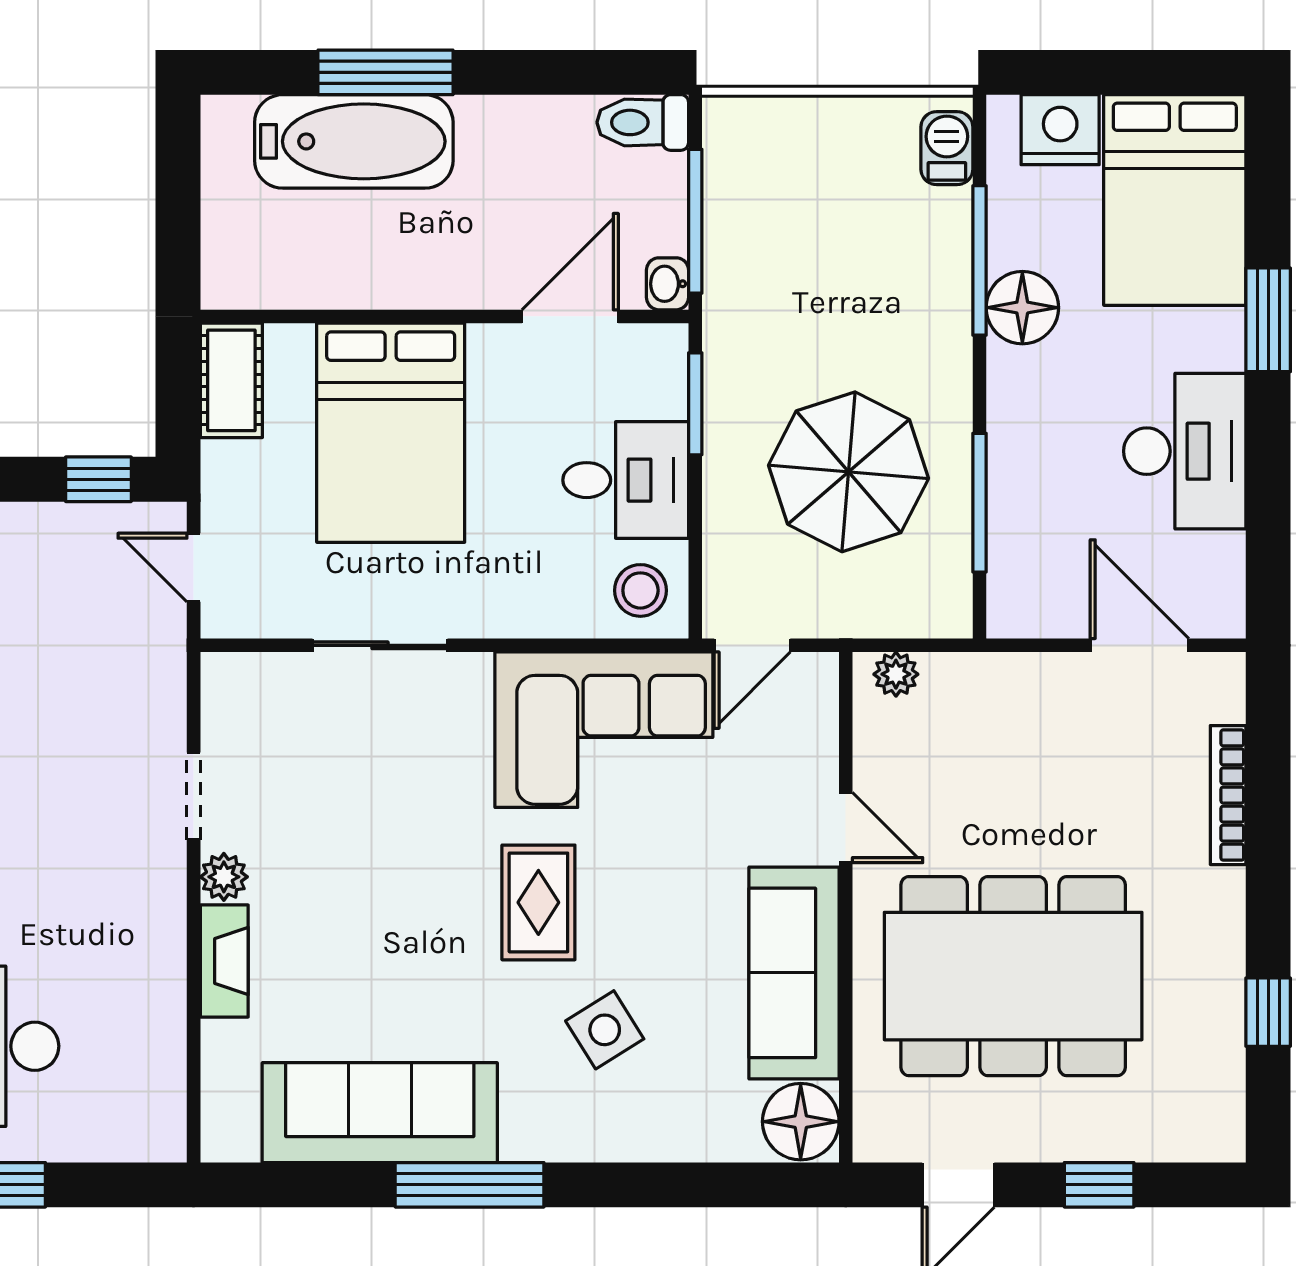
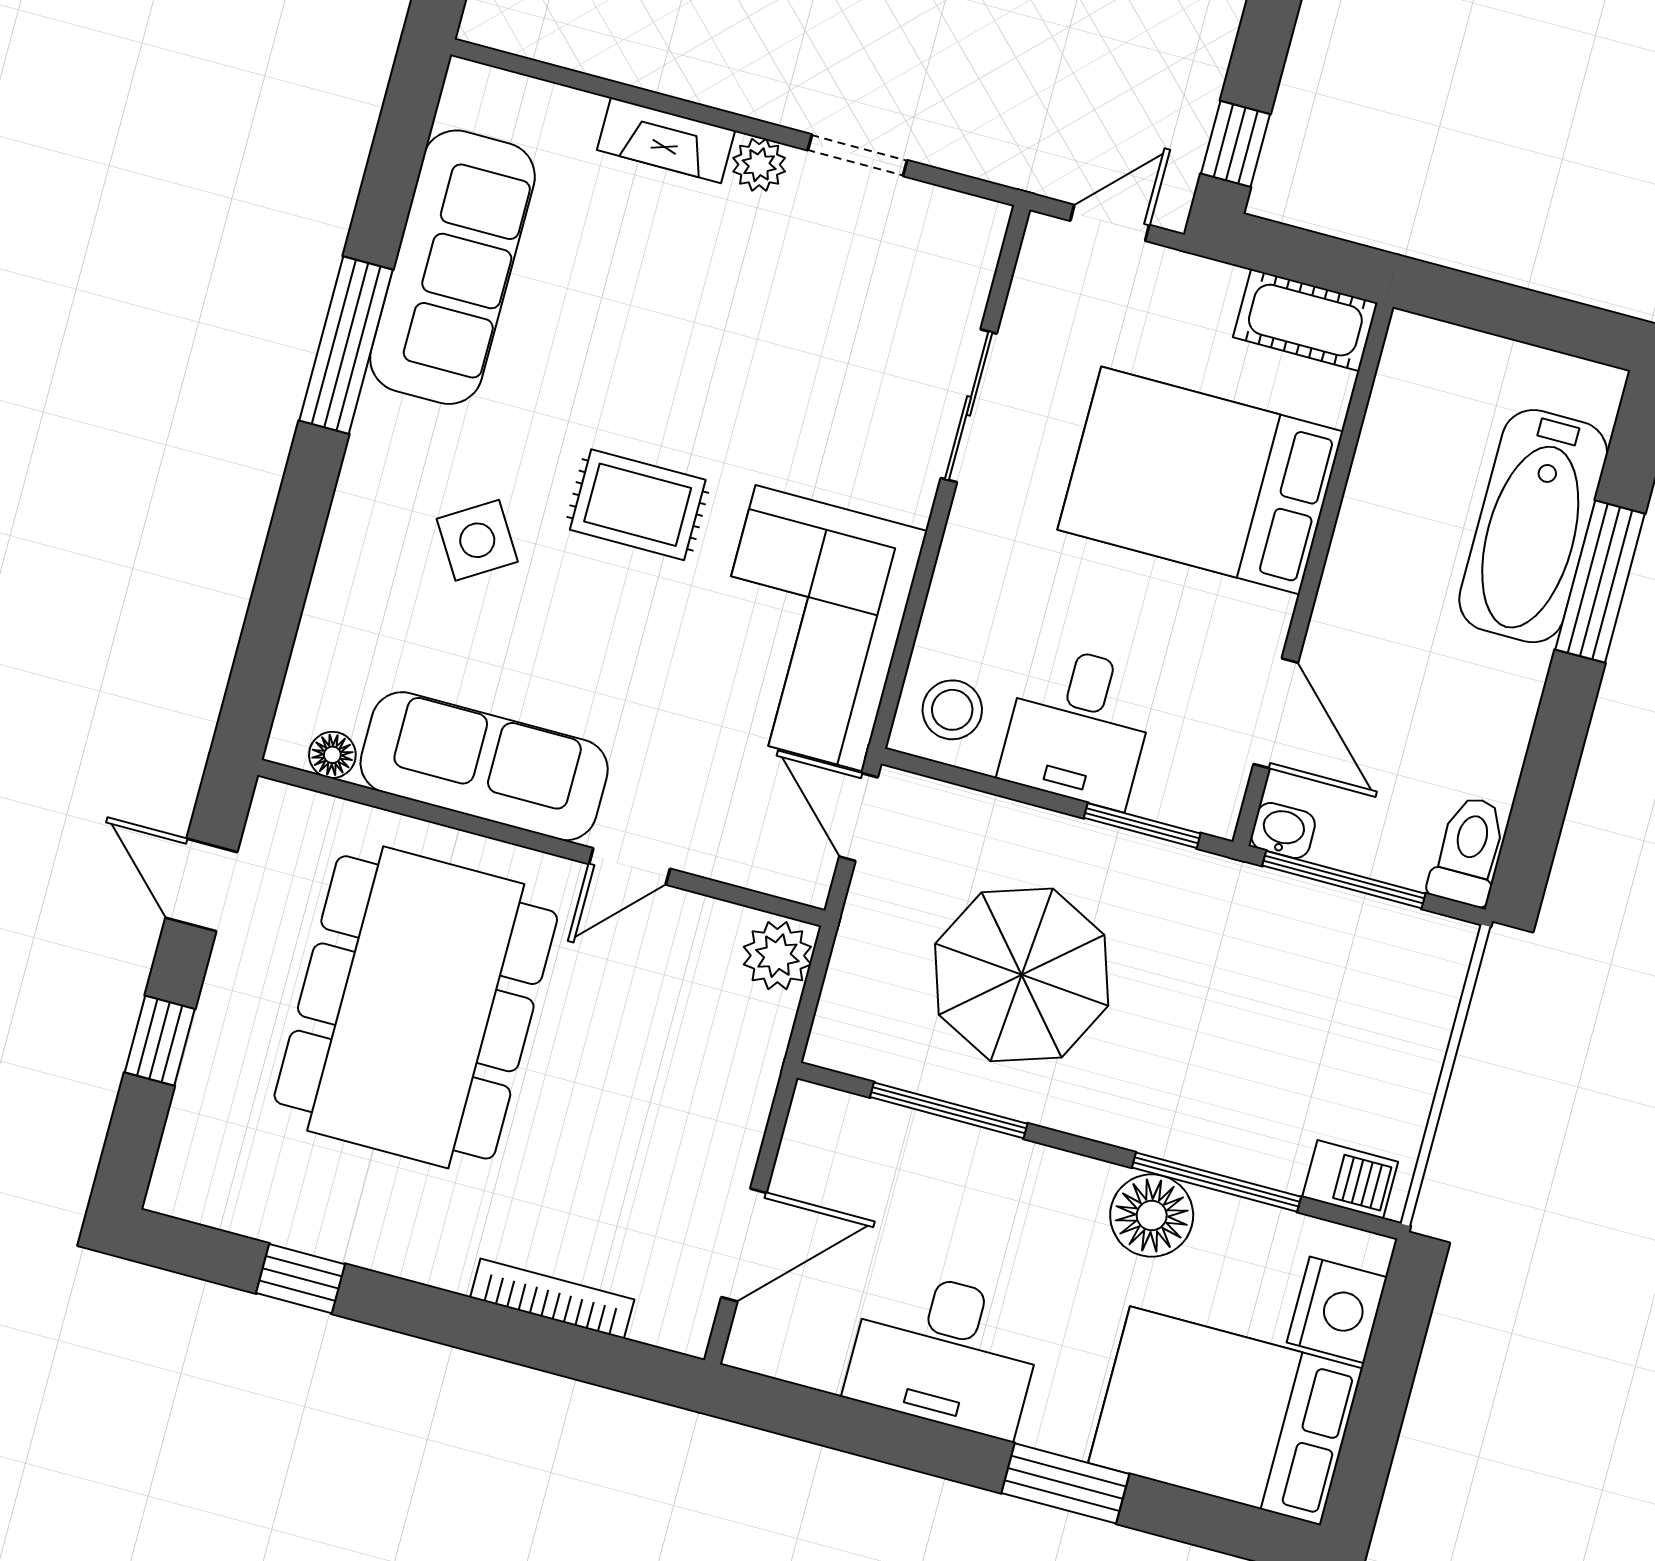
plant: (896, 674) -> (777, 956), width x1.38, depth x1.38
floor lamp: (801, 1122) -> (332, 755), width x0.53, depth x0.53

